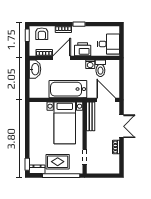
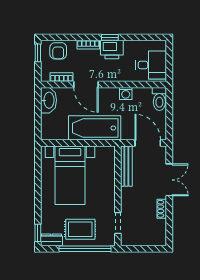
printer: (83, 49) -> (112, 50), moved, turned 180
door: (62, 58) -> (86, 85), swing flipped
toilet: (100, 68) -> (159, 99), moved
bed with nightstands: (65, 123) -> (70, 175), moved

